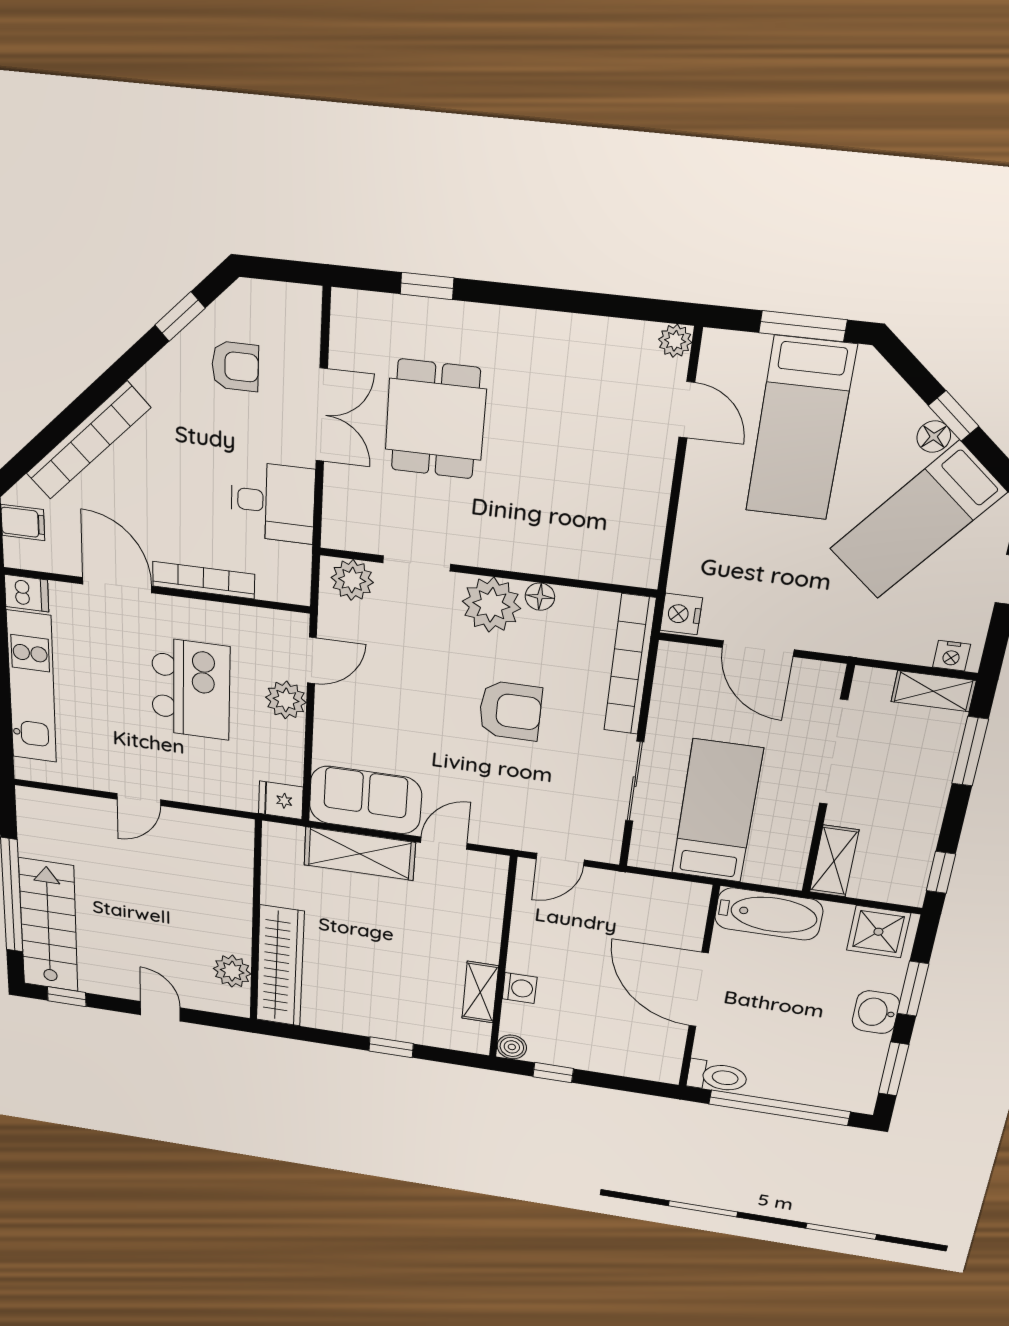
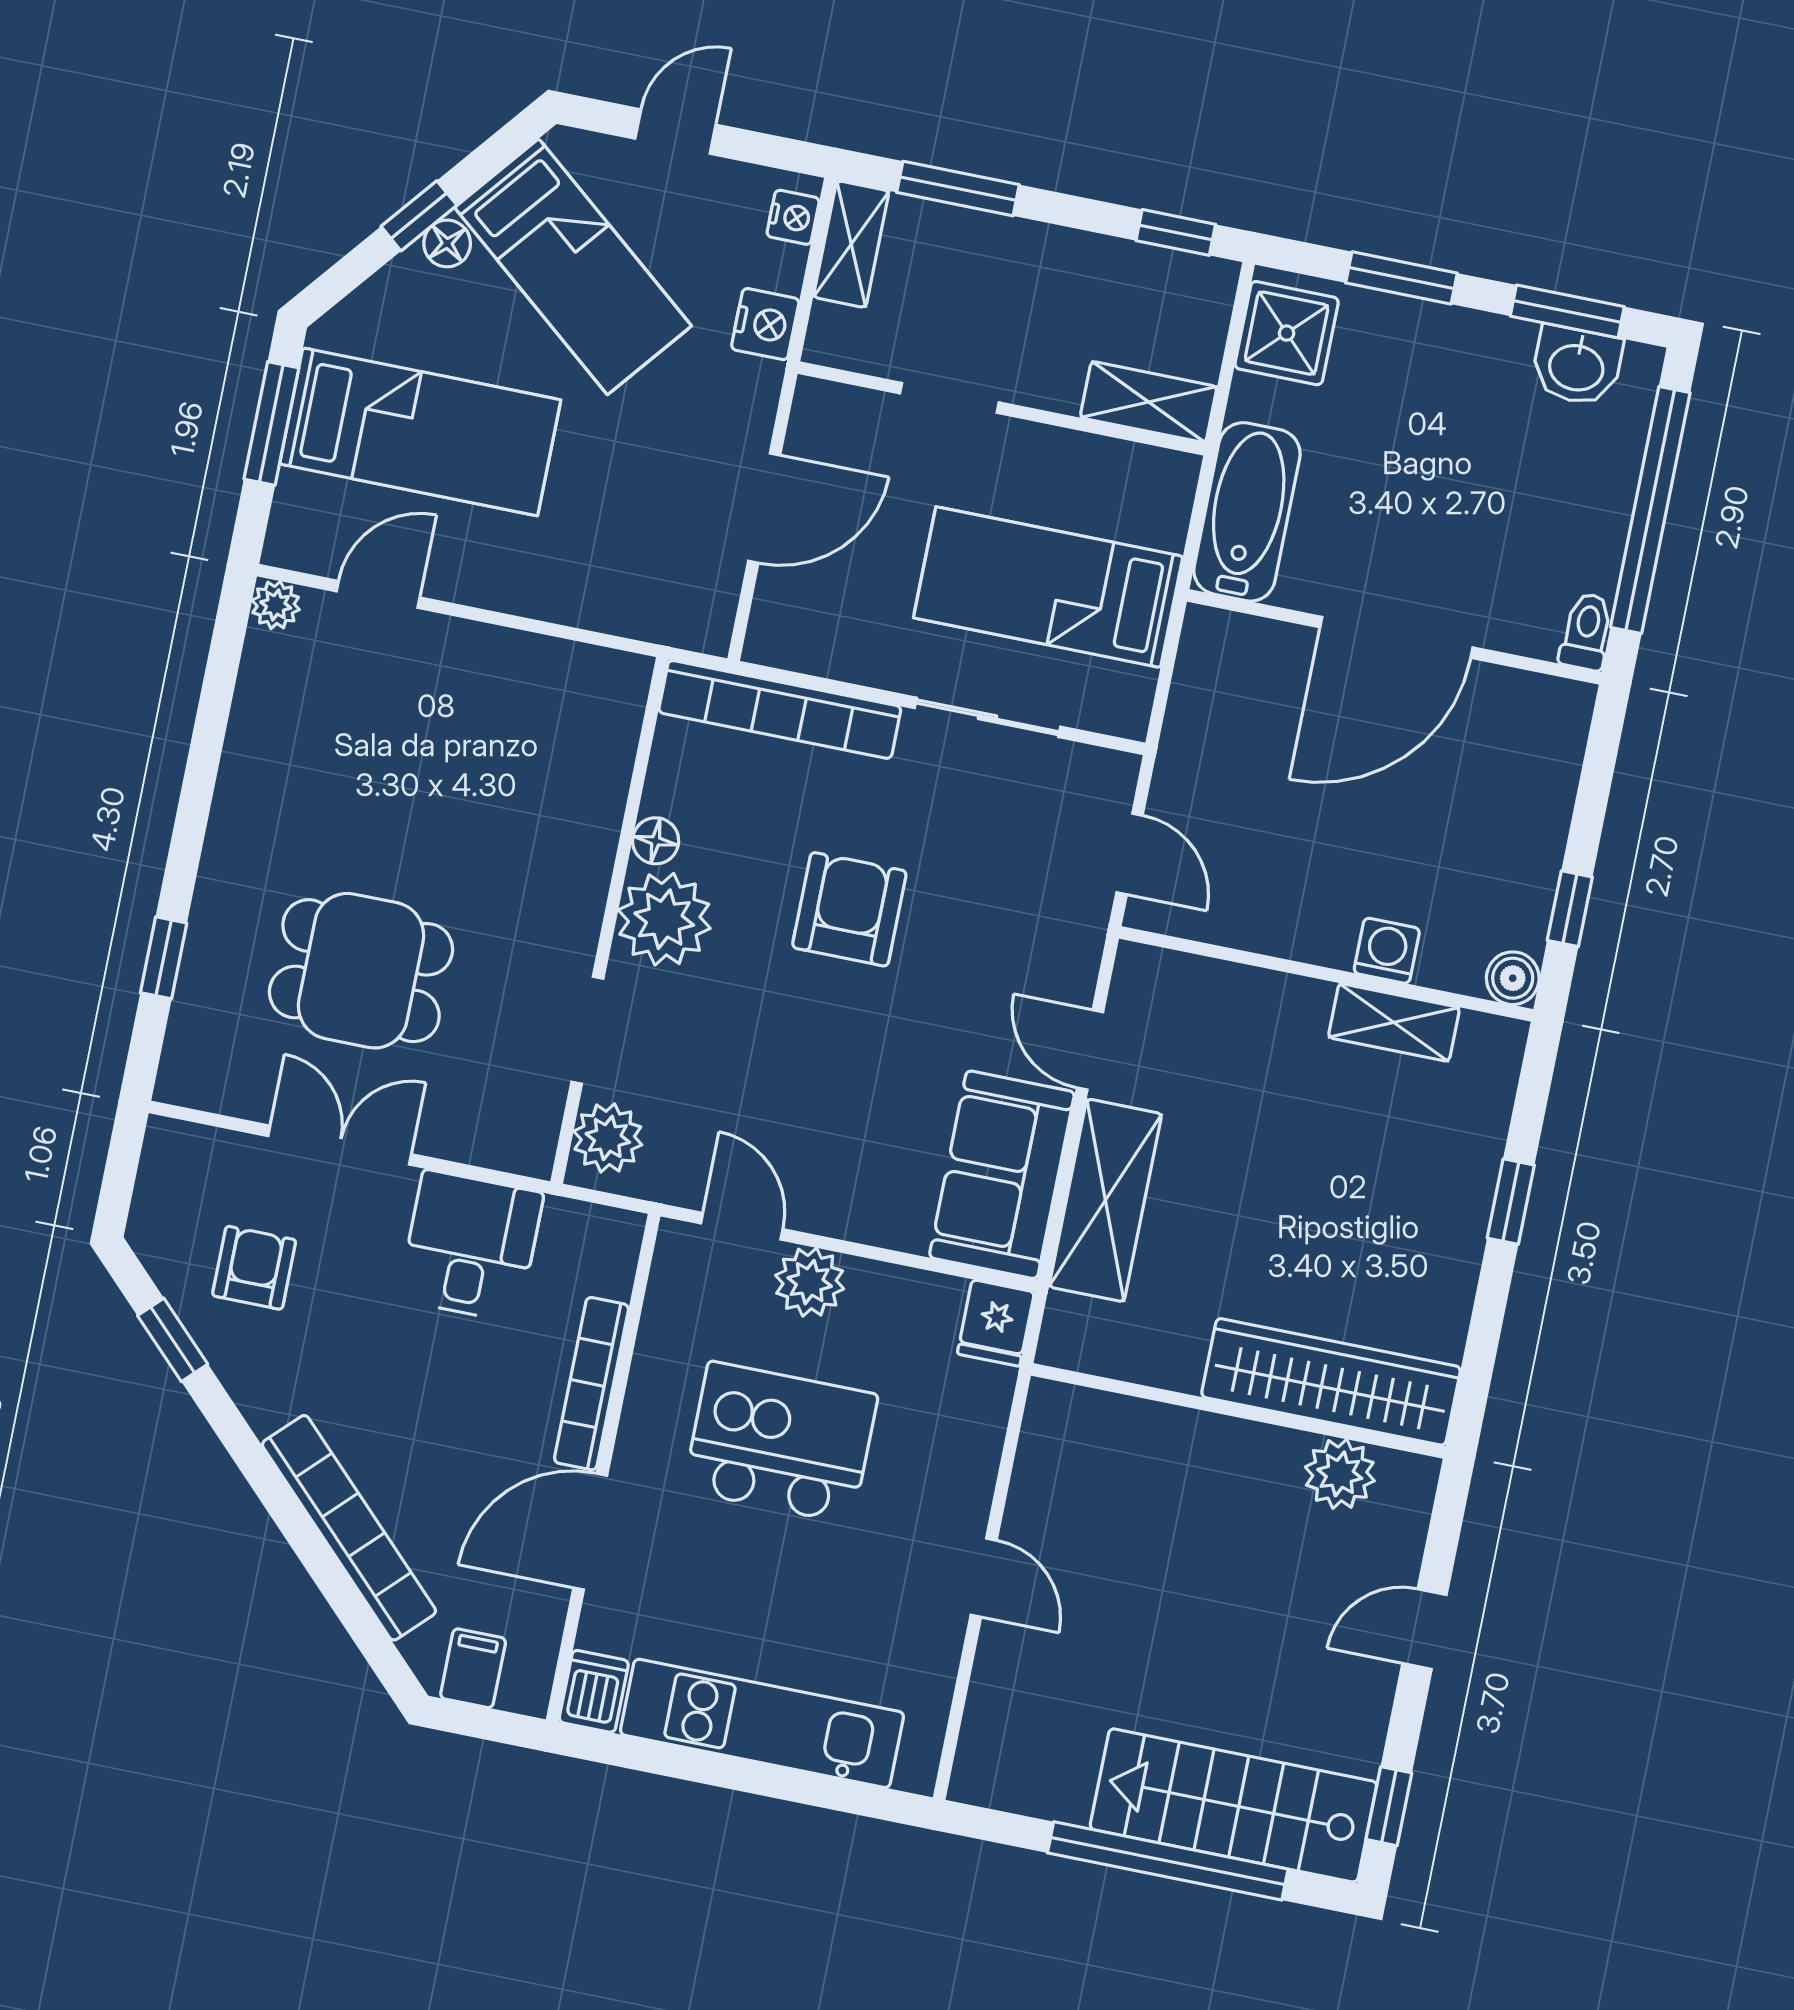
nightstand: (681, 614) -> (765, 324), moved, turned -90
doorway: (834, 752) -> (949, 398), width x0.53
washbasin: (876, 1012) -> (1577, 366), moved
toilet: (717, 1077) -> (1586, 632), width x0.73, depth x0.72

